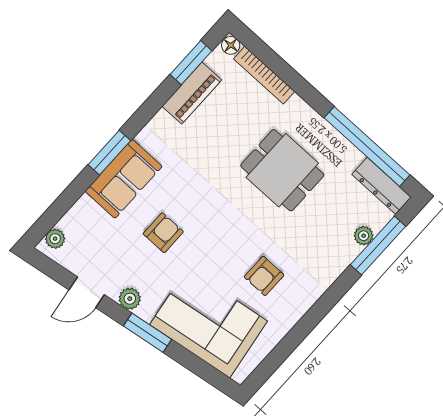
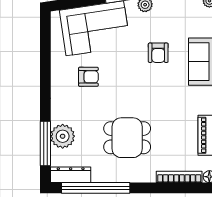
plant: (364, 236) -> (63, 136), width x1.88, depth x1.88
armchair: (264, 276) -> (88, 77), turned 90

